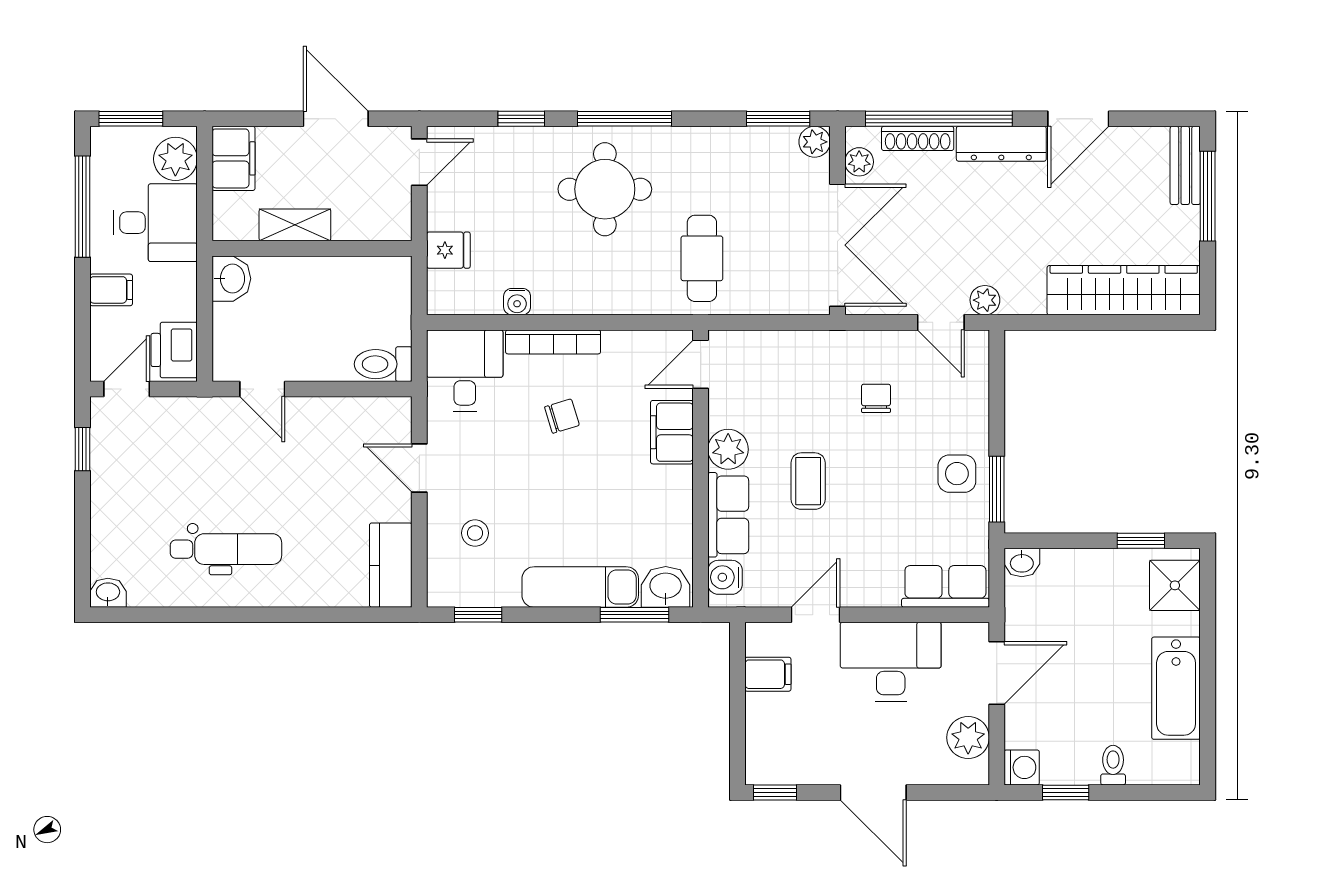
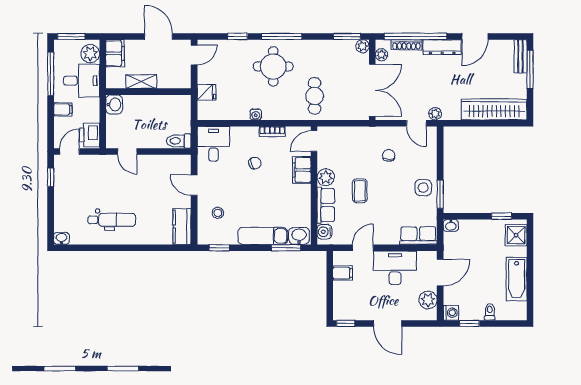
water cooler: (517, 302) -> (256, 114), moved
bookcase: (553, 342) -> (272, 131), moved, width x0.64

